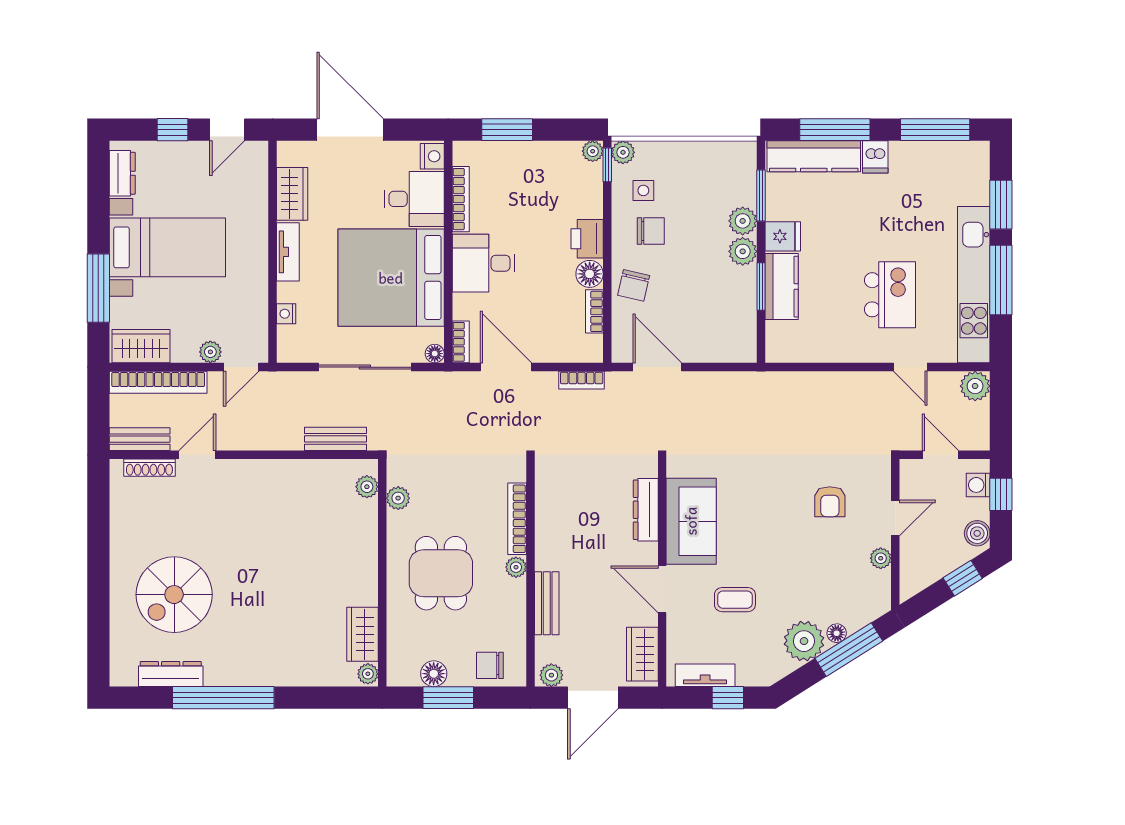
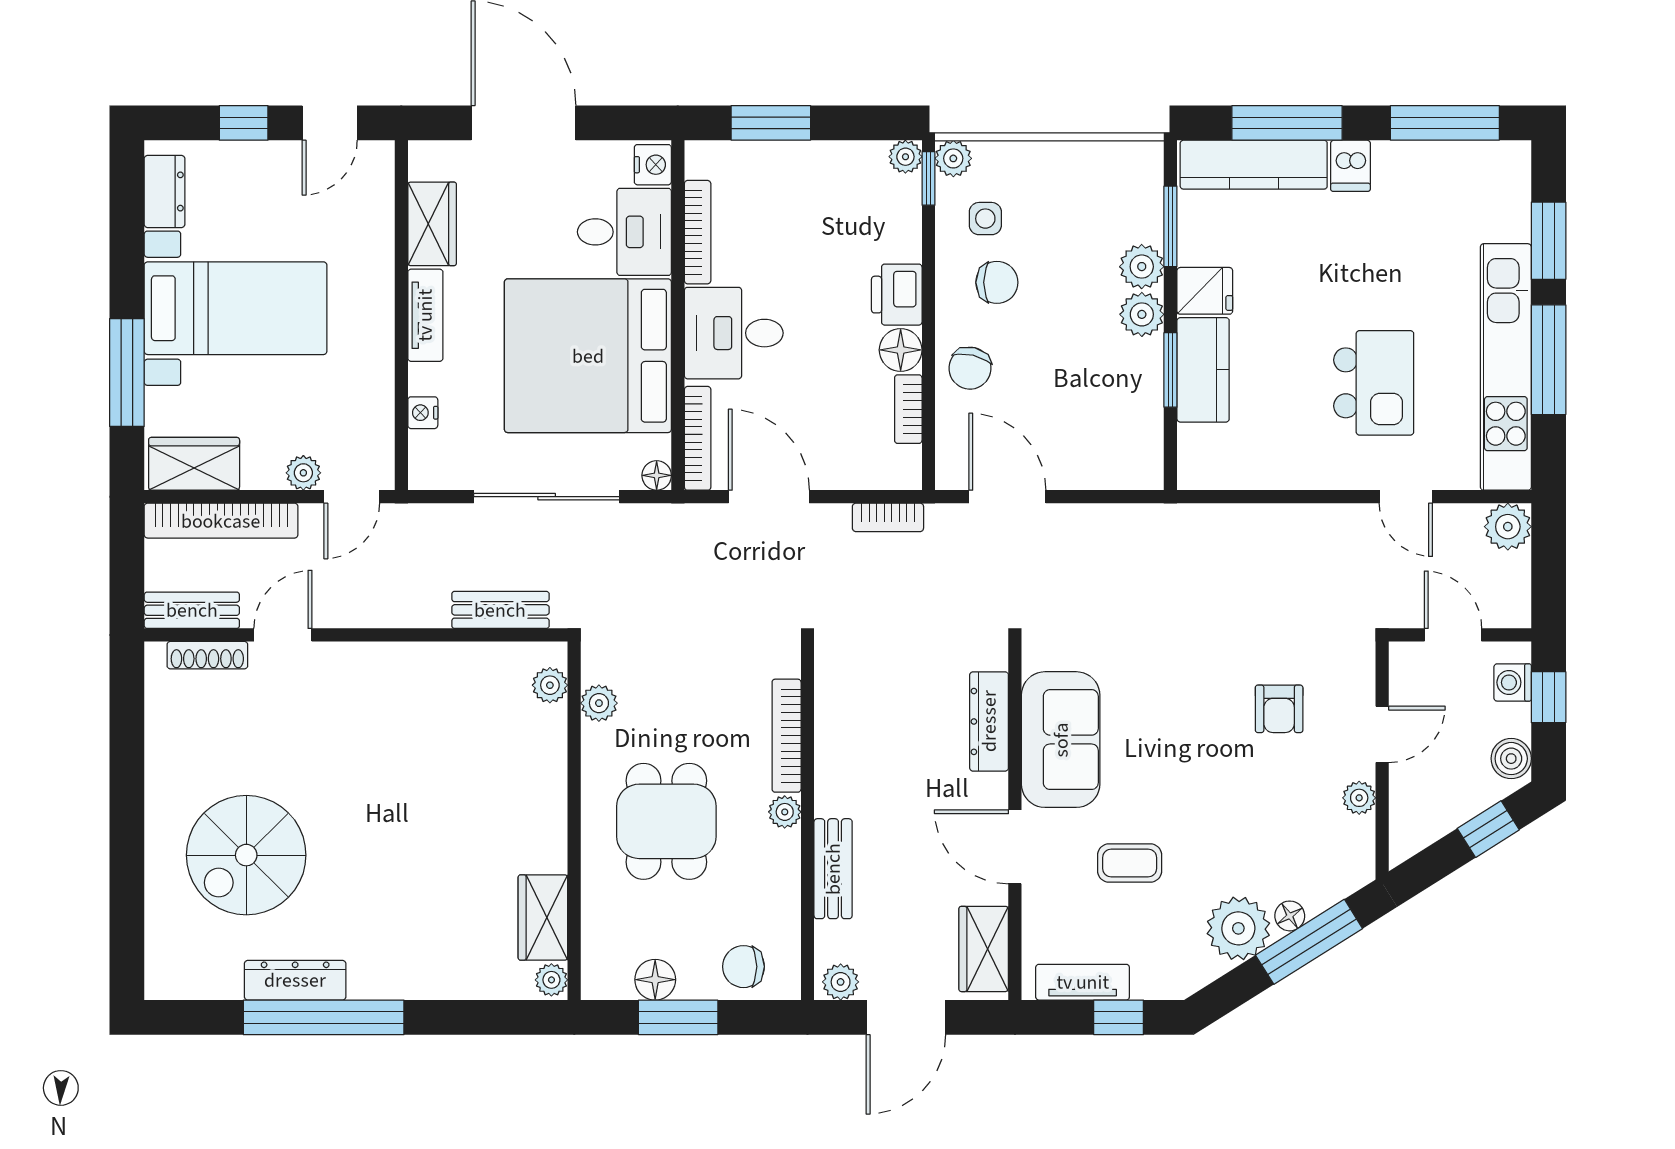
bookcase: (461, 342) -> (698, 438), width x1.56
dresser: (171, 674) -> (295, 980), moved

